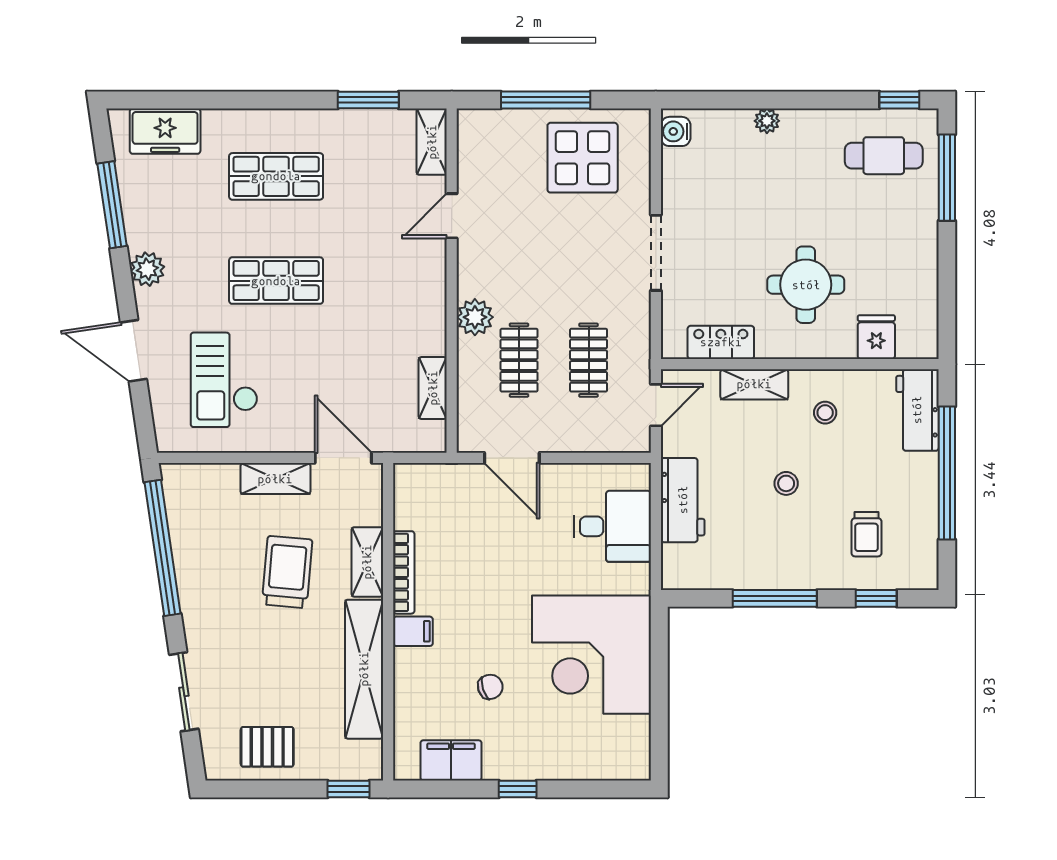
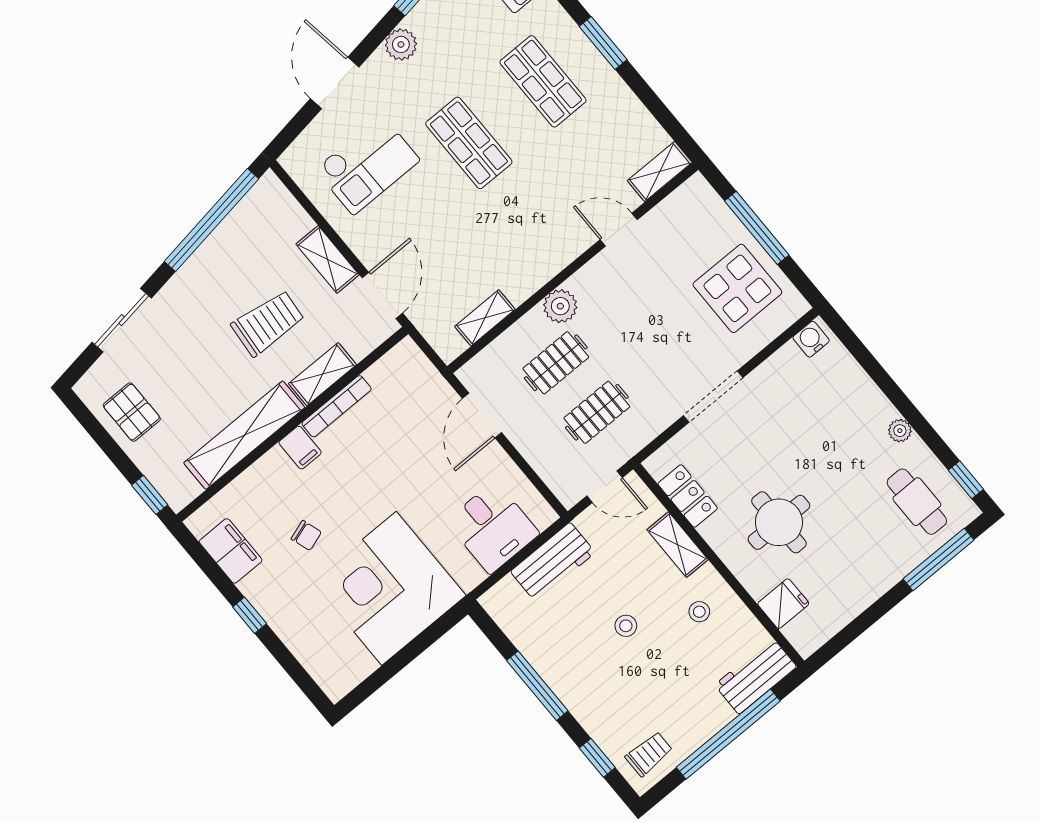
window: (368, 100) -> (603, 43), moved
plant: (767, 121) -> (900, 431), moved
checkout: (224, 380) -> (367, 164), turned 180
trolley: (867, 534) -> (649, 754), moved, turned 180

